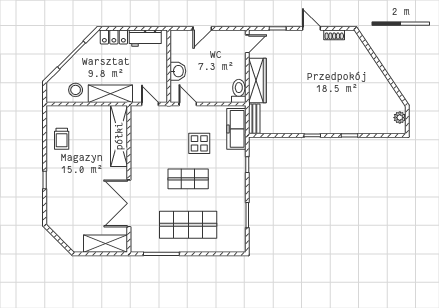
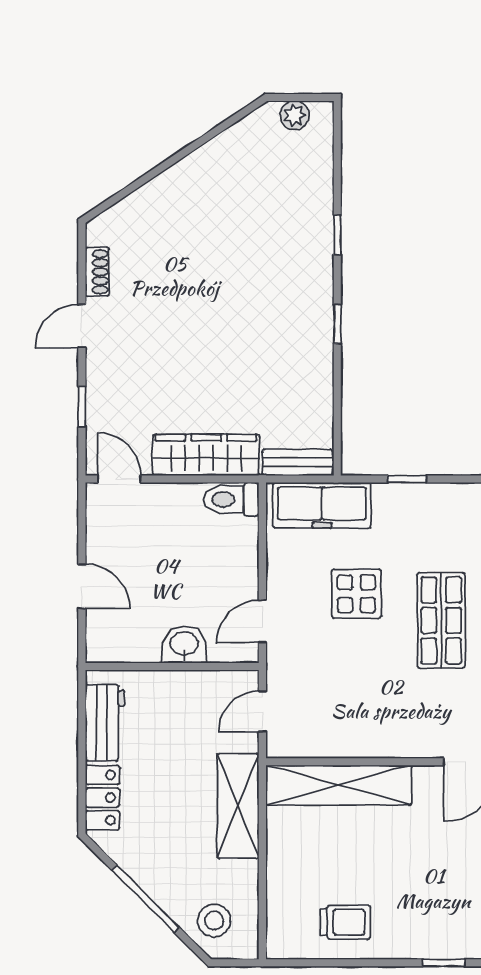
stool: (76, 90) -> (214, 921), moved

